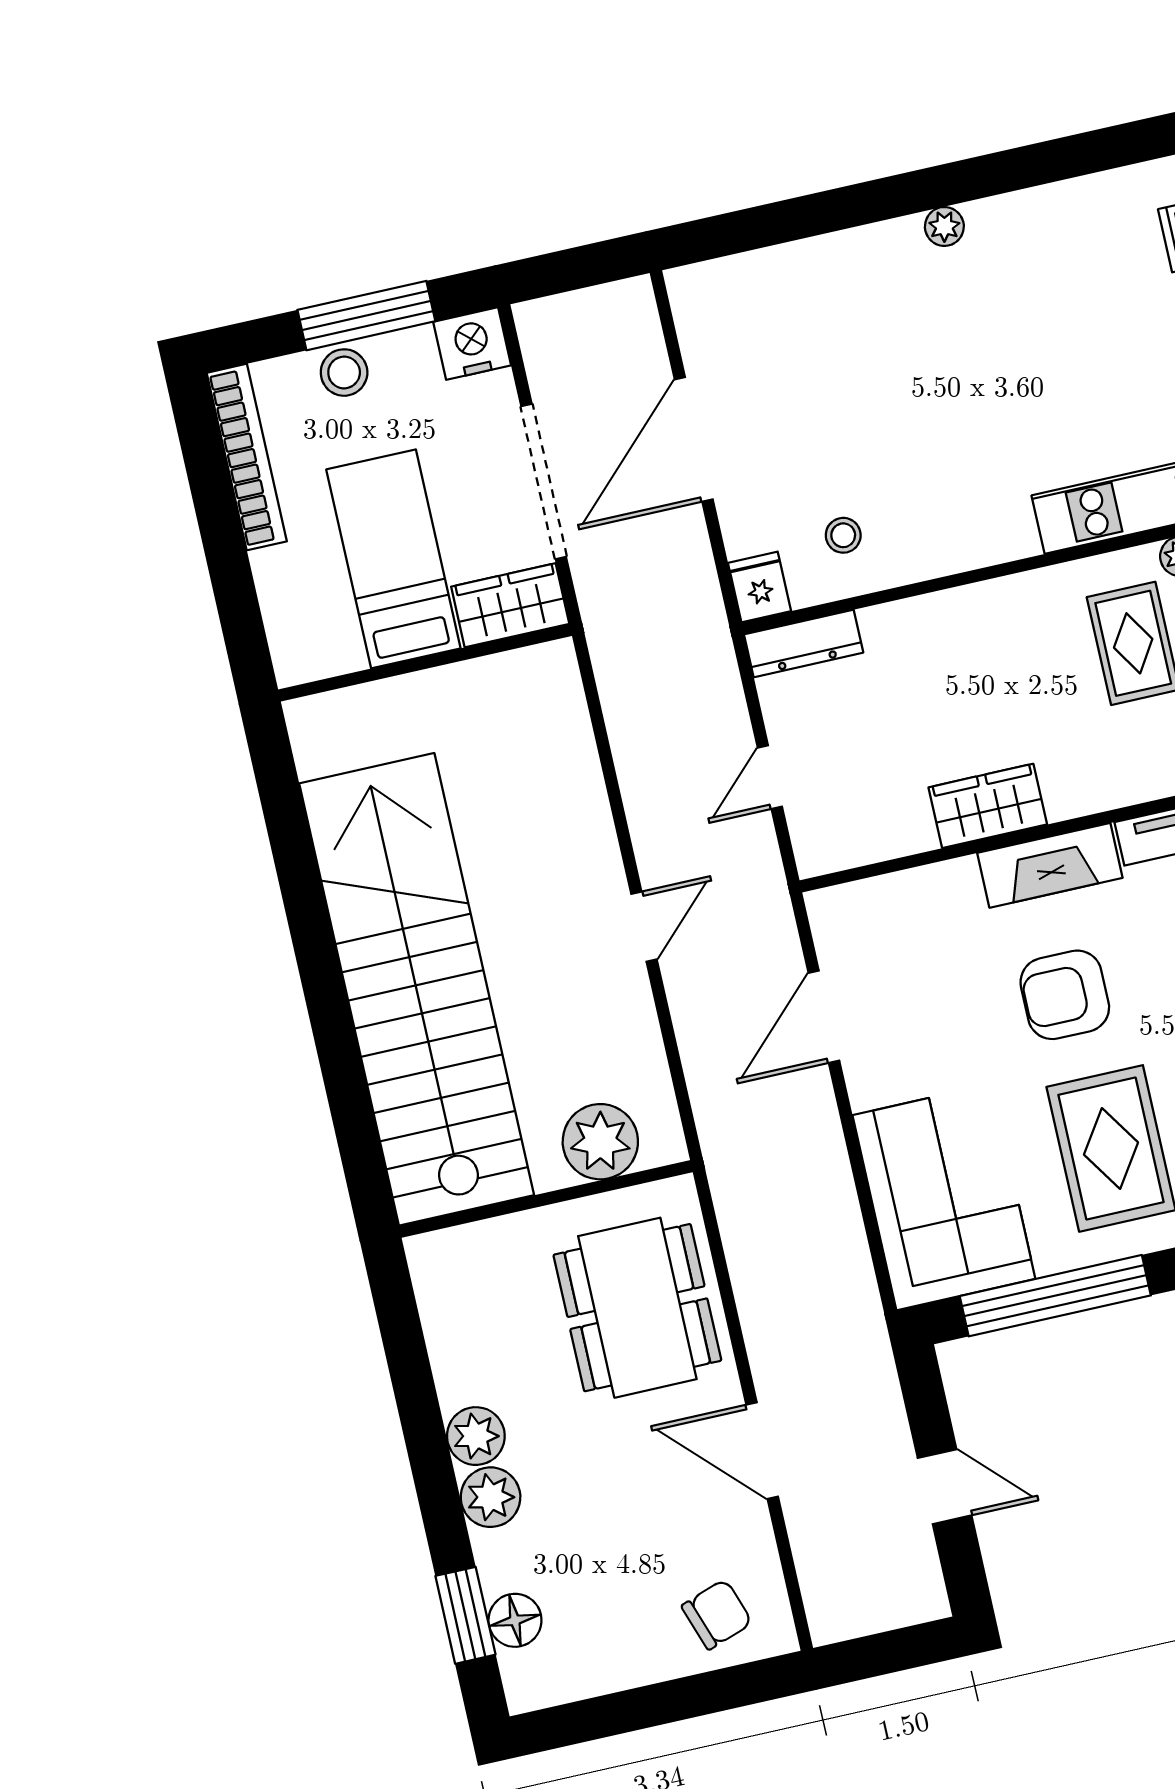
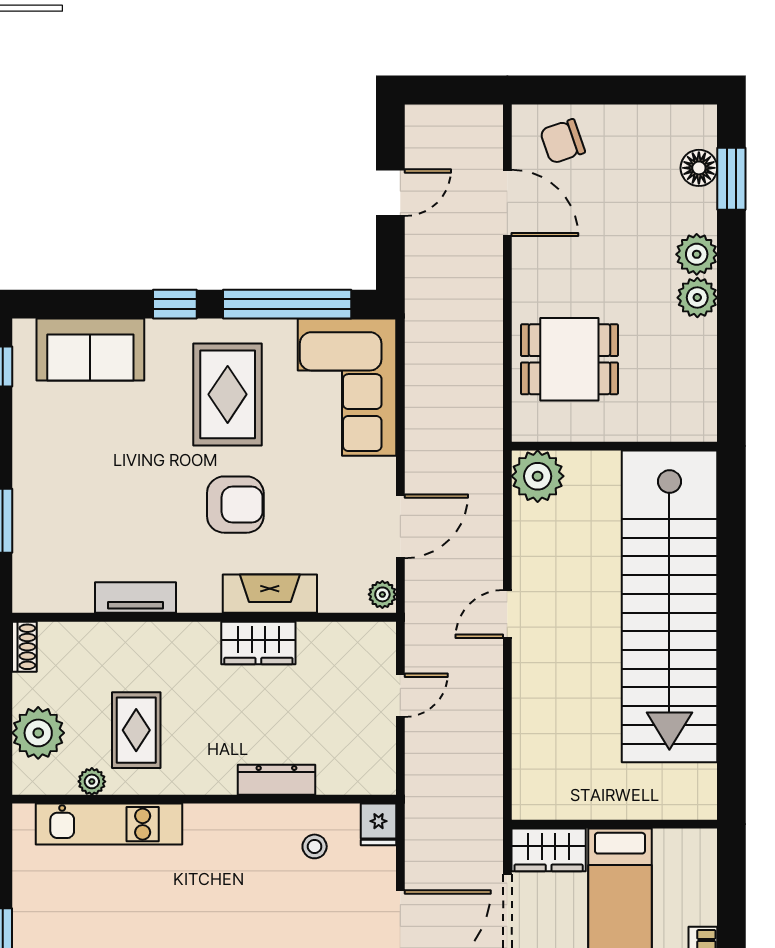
dresser: (804, 644) -> (276, 780), moved
fireplace: (1050, 865) -> (270, 594), moved
plant: (827, 914) -> (382, 594), added
plant: (600, 1142) -> (538, 476), moved
dining table: (637, 1308) -> (569, 359), width x0.73
door: (762, 1451) -> (507, 203), moved
door: (945, 1487) -> (390, 193), swing flipped

